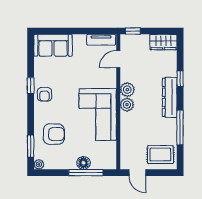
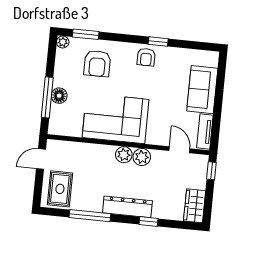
sofa: (53, 45) -> (202, 90), moved
armchair: (44, 94) -> (146, 57), turned -90

